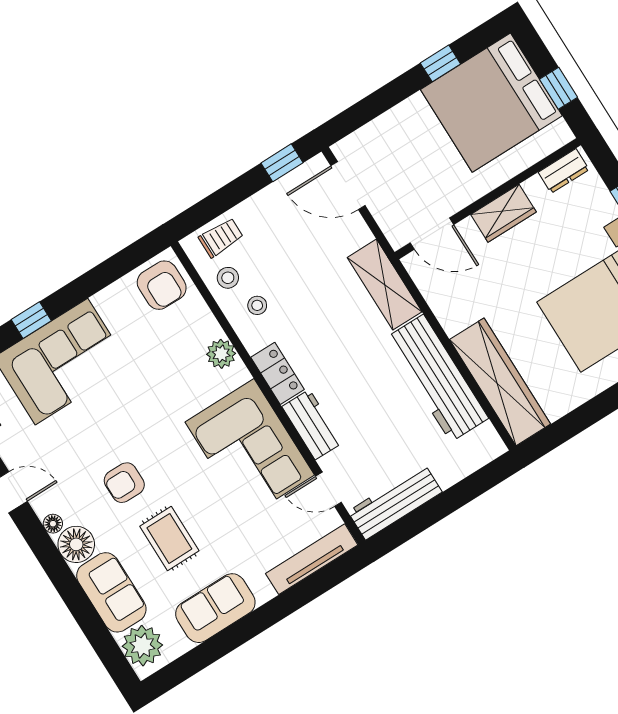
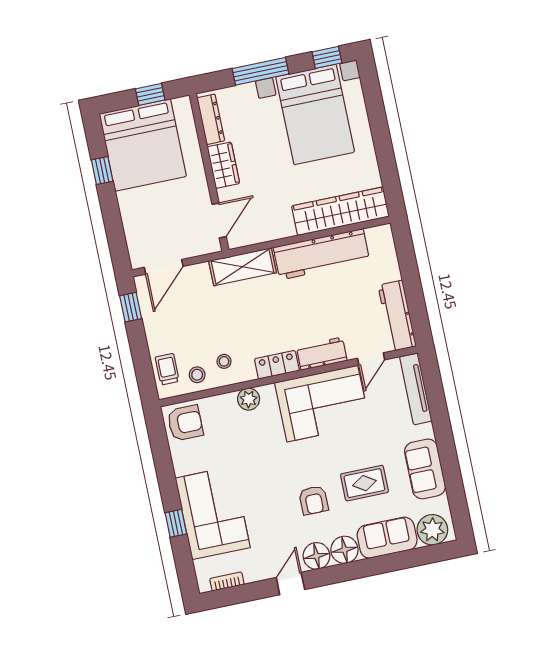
dresser: (564, 171) -> (211, 119), width x1.44
floor lamp: (53, 524) -> (316, 556), width x1.89, depth x1.89

